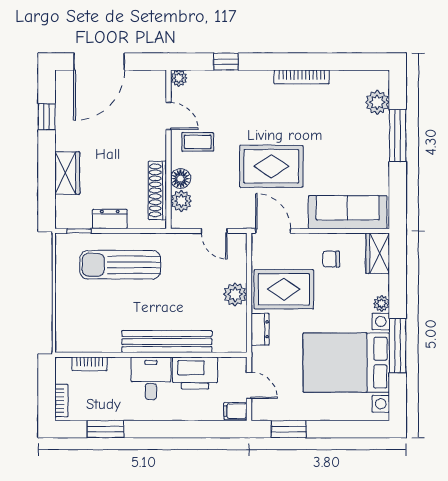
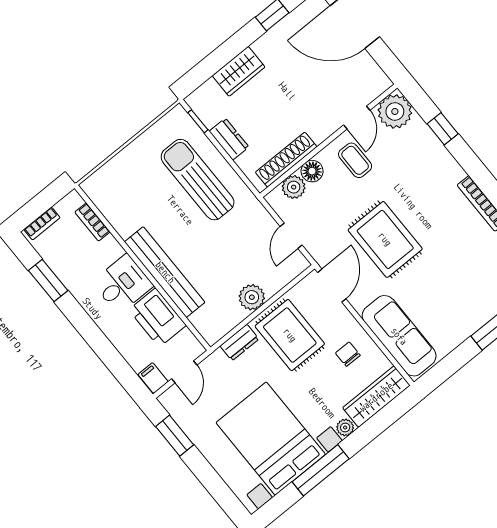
plant: (179, 78) -> (395, 111), width x1.88, depth x1.88
wardrobe: (378, 253) -> (376, 397), width x1.50

